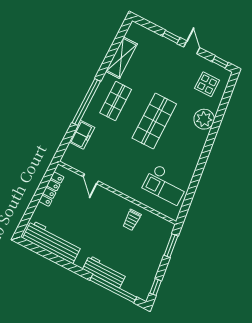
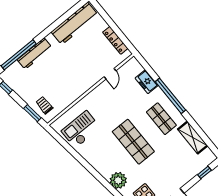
window: (171, 37) -> (204, 172), moved
door: (91, 179) -> (110, 74), swing flipped
trolley: (132, 220) -> (44, 105), moved

